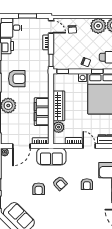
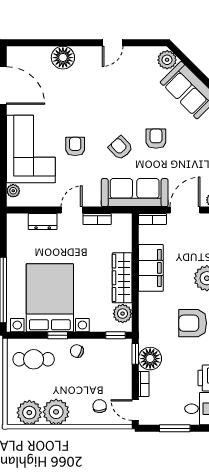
floor lamp: (42, 58) -> (150, 359), added
plant: (59, 127) -> (123, 314), moved
door: (89, 146) -> (72, 210), swing flipped
sofa: (51, 157) -> (135, 193), width x1.36

